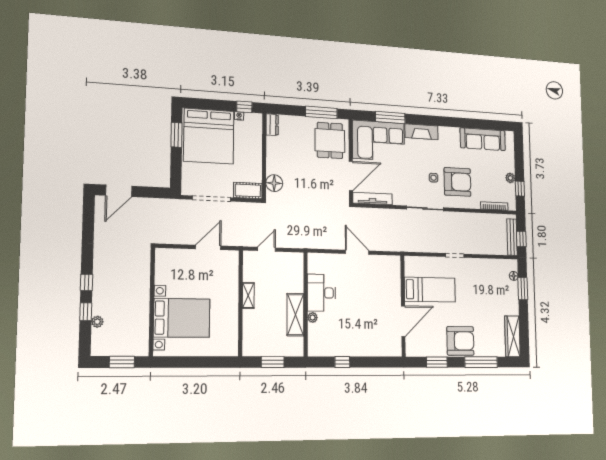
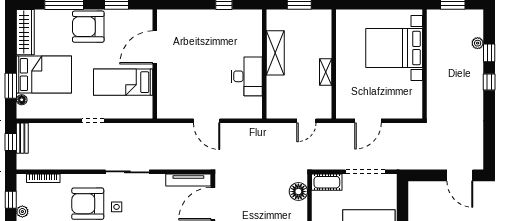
door: (119, 191) -> (460, 175), swing flipped
bench: (512, 237) -> (22, 138), width x0.73
bed: (496, 298) -> (44, 75), added
plant: (313, 317) -> (256, 50), removed

